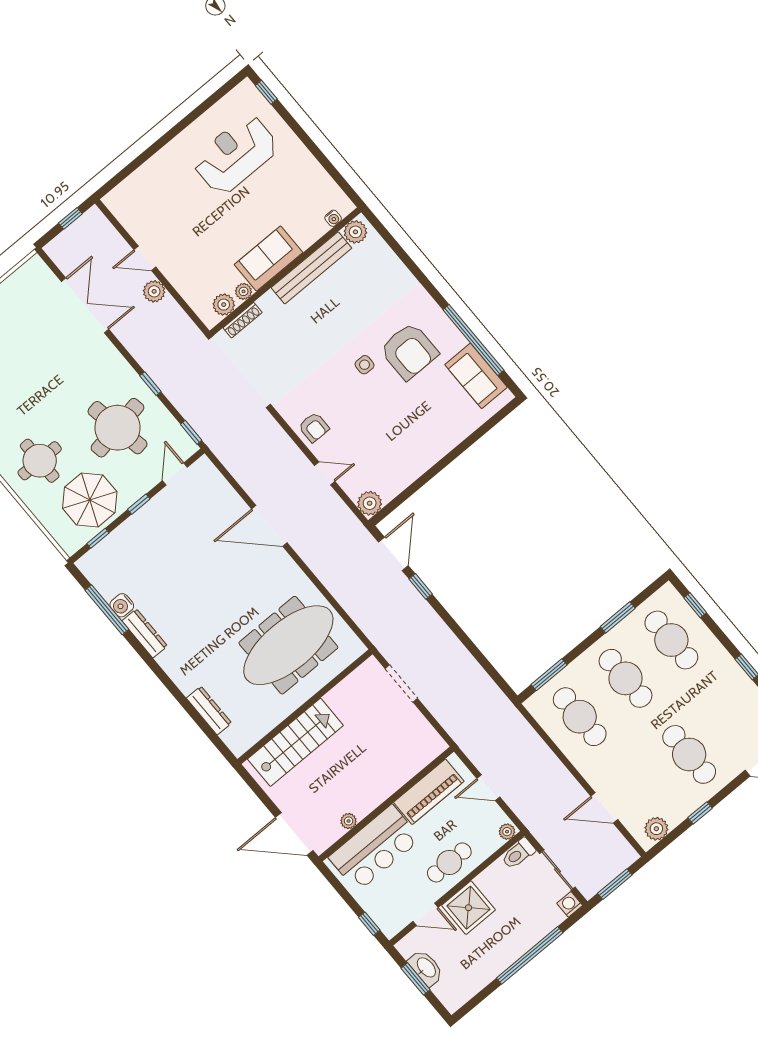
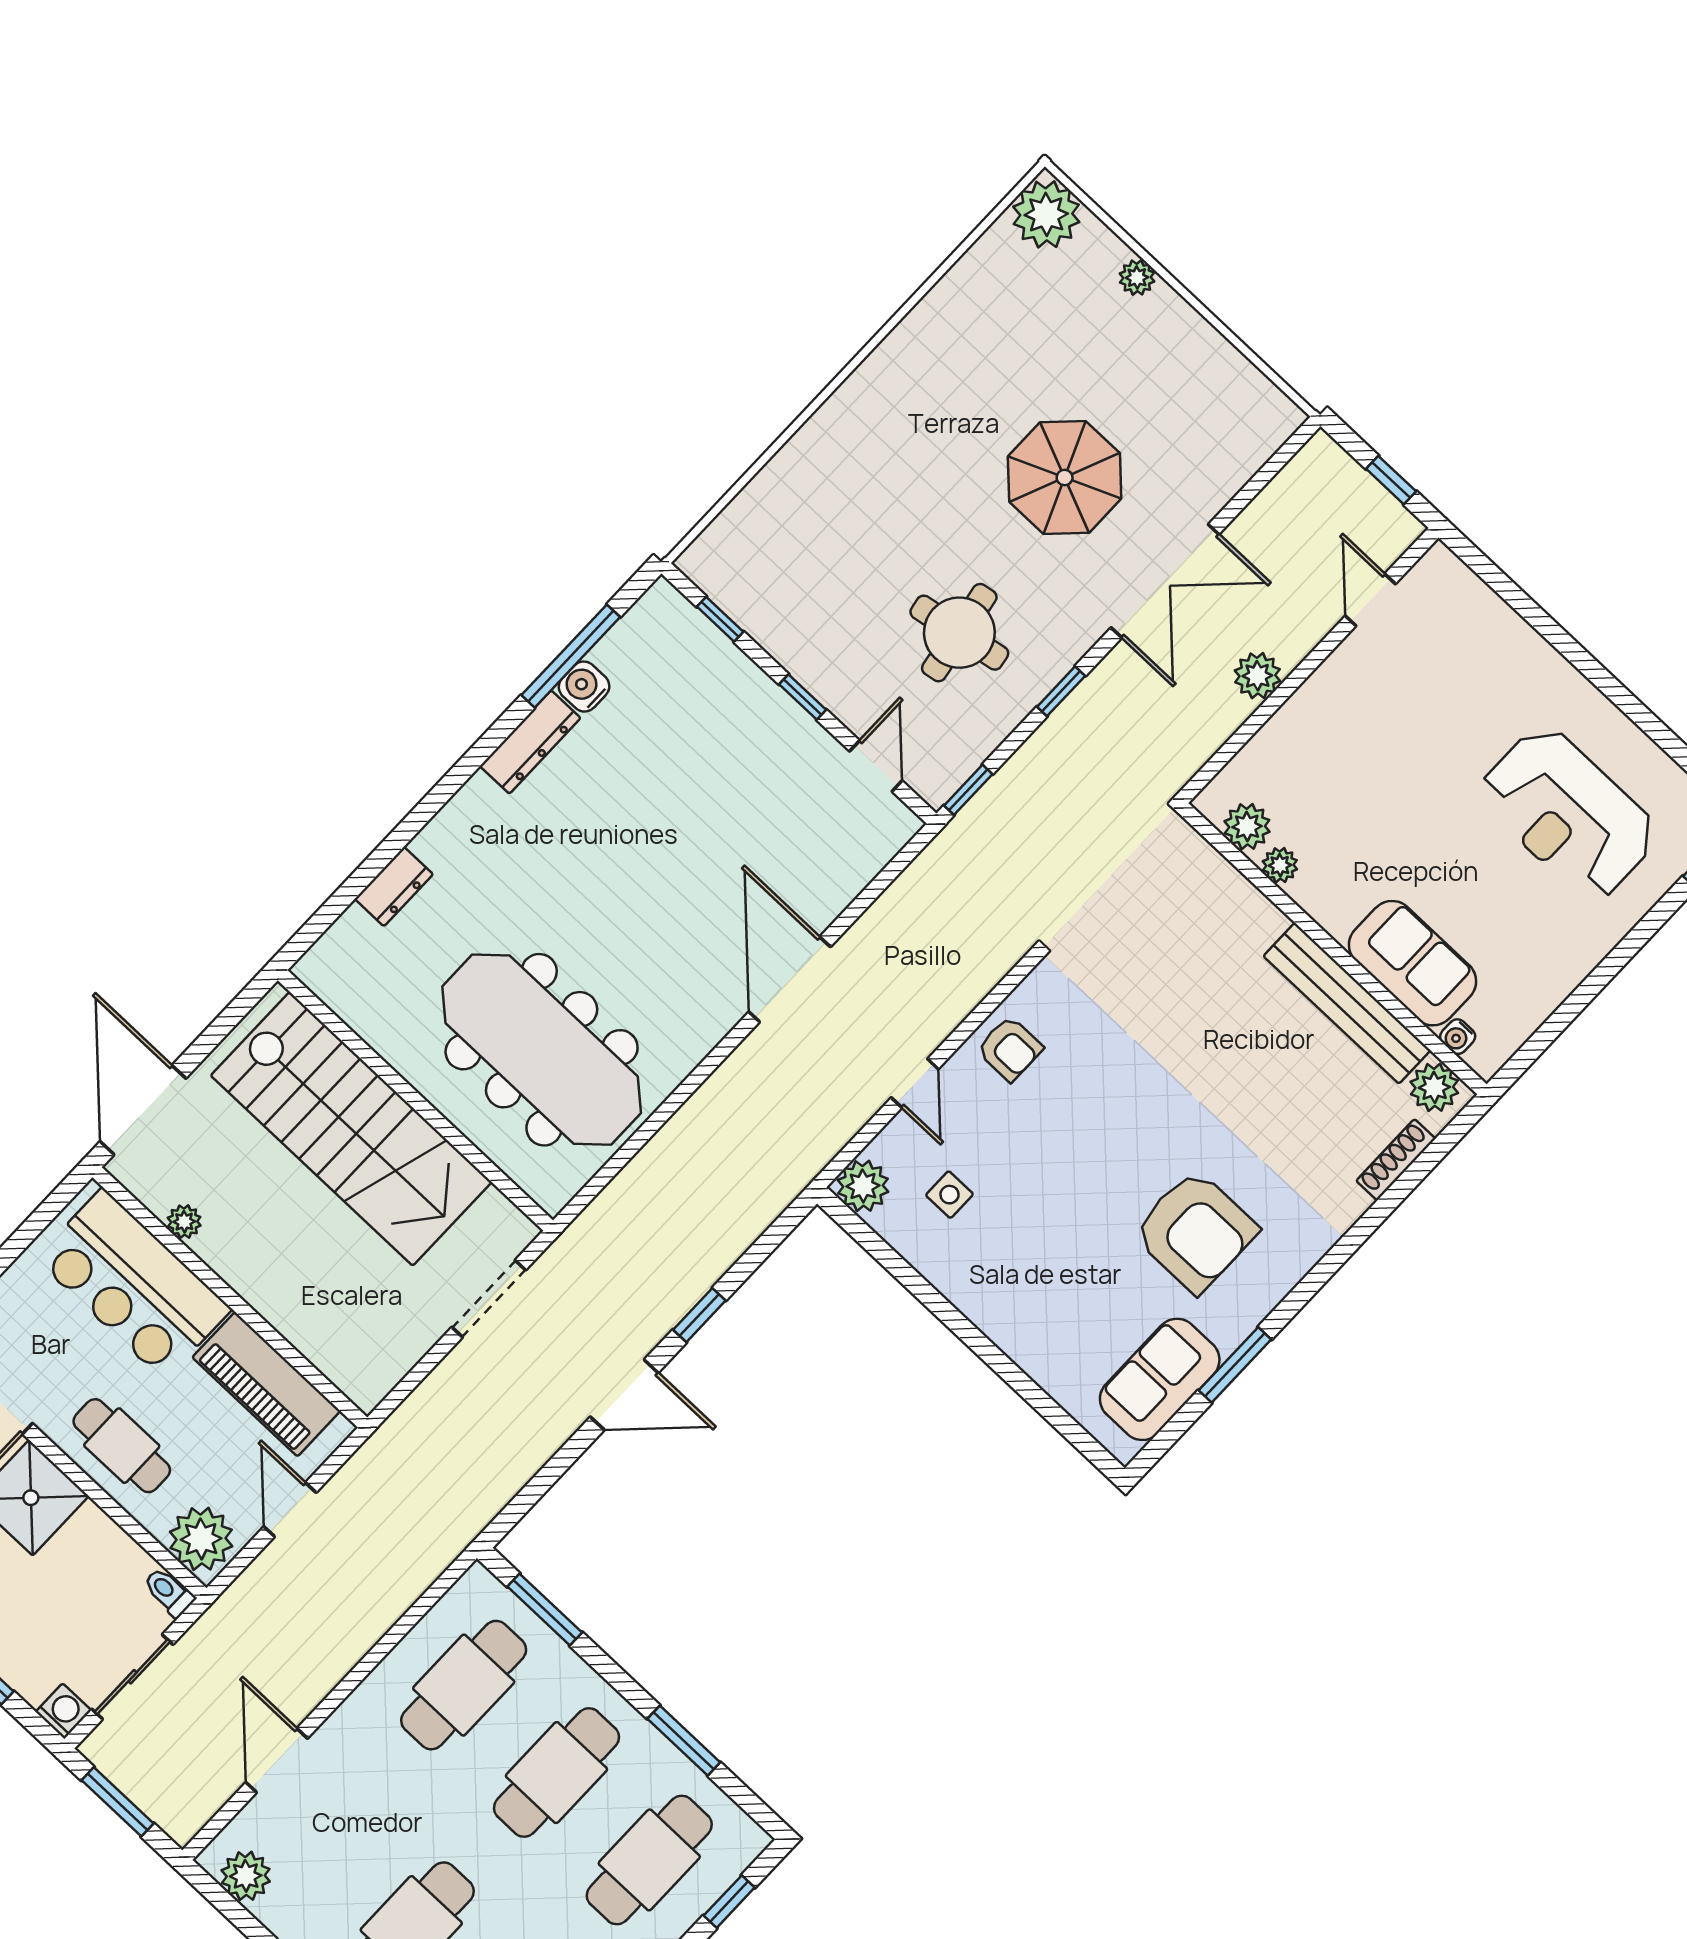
reception desk: (235, 154) -> (1568, 813), turned 180
door: (145, 258) -> (1370, 600), moved
sofa: (269, 258) -> (1413, 963), moved
double door: (85, 305) -> (1165, 581), moved
shoe rack: (243, 320) -> (1396, 1160), moved, turned 90
window: (473, 340) -> (1235, 1365), width x0.47
armchair: (409, 351) -> (1195, 1231), turned -90
side table: (364, 365) -> (949, 1195), moved
armchair: (314, 427) -> (1010, 1049), turned -90
round table: (118, 428) -> (959, 633), width x0.73, depth x0.73
round table: (40, 461) -> (870, 476), removed
door: (175, 474) -> (876, 766), hinge flipped
parasol: (90, 500) -> (1065, 477), moved
door: (393, 554) -> (624, 1395), moved
dresser: (209, 711) -> (394, 886), width x0.70
stairs: (295, 742) -> (351, 1129), width x1.36, depth x1.51
plant: (507, 832) -> (201, 1539), width x1.88, depth x1.88
toilet: (518, 854) -> (169, 1592), width x0.73, depth x0.72

